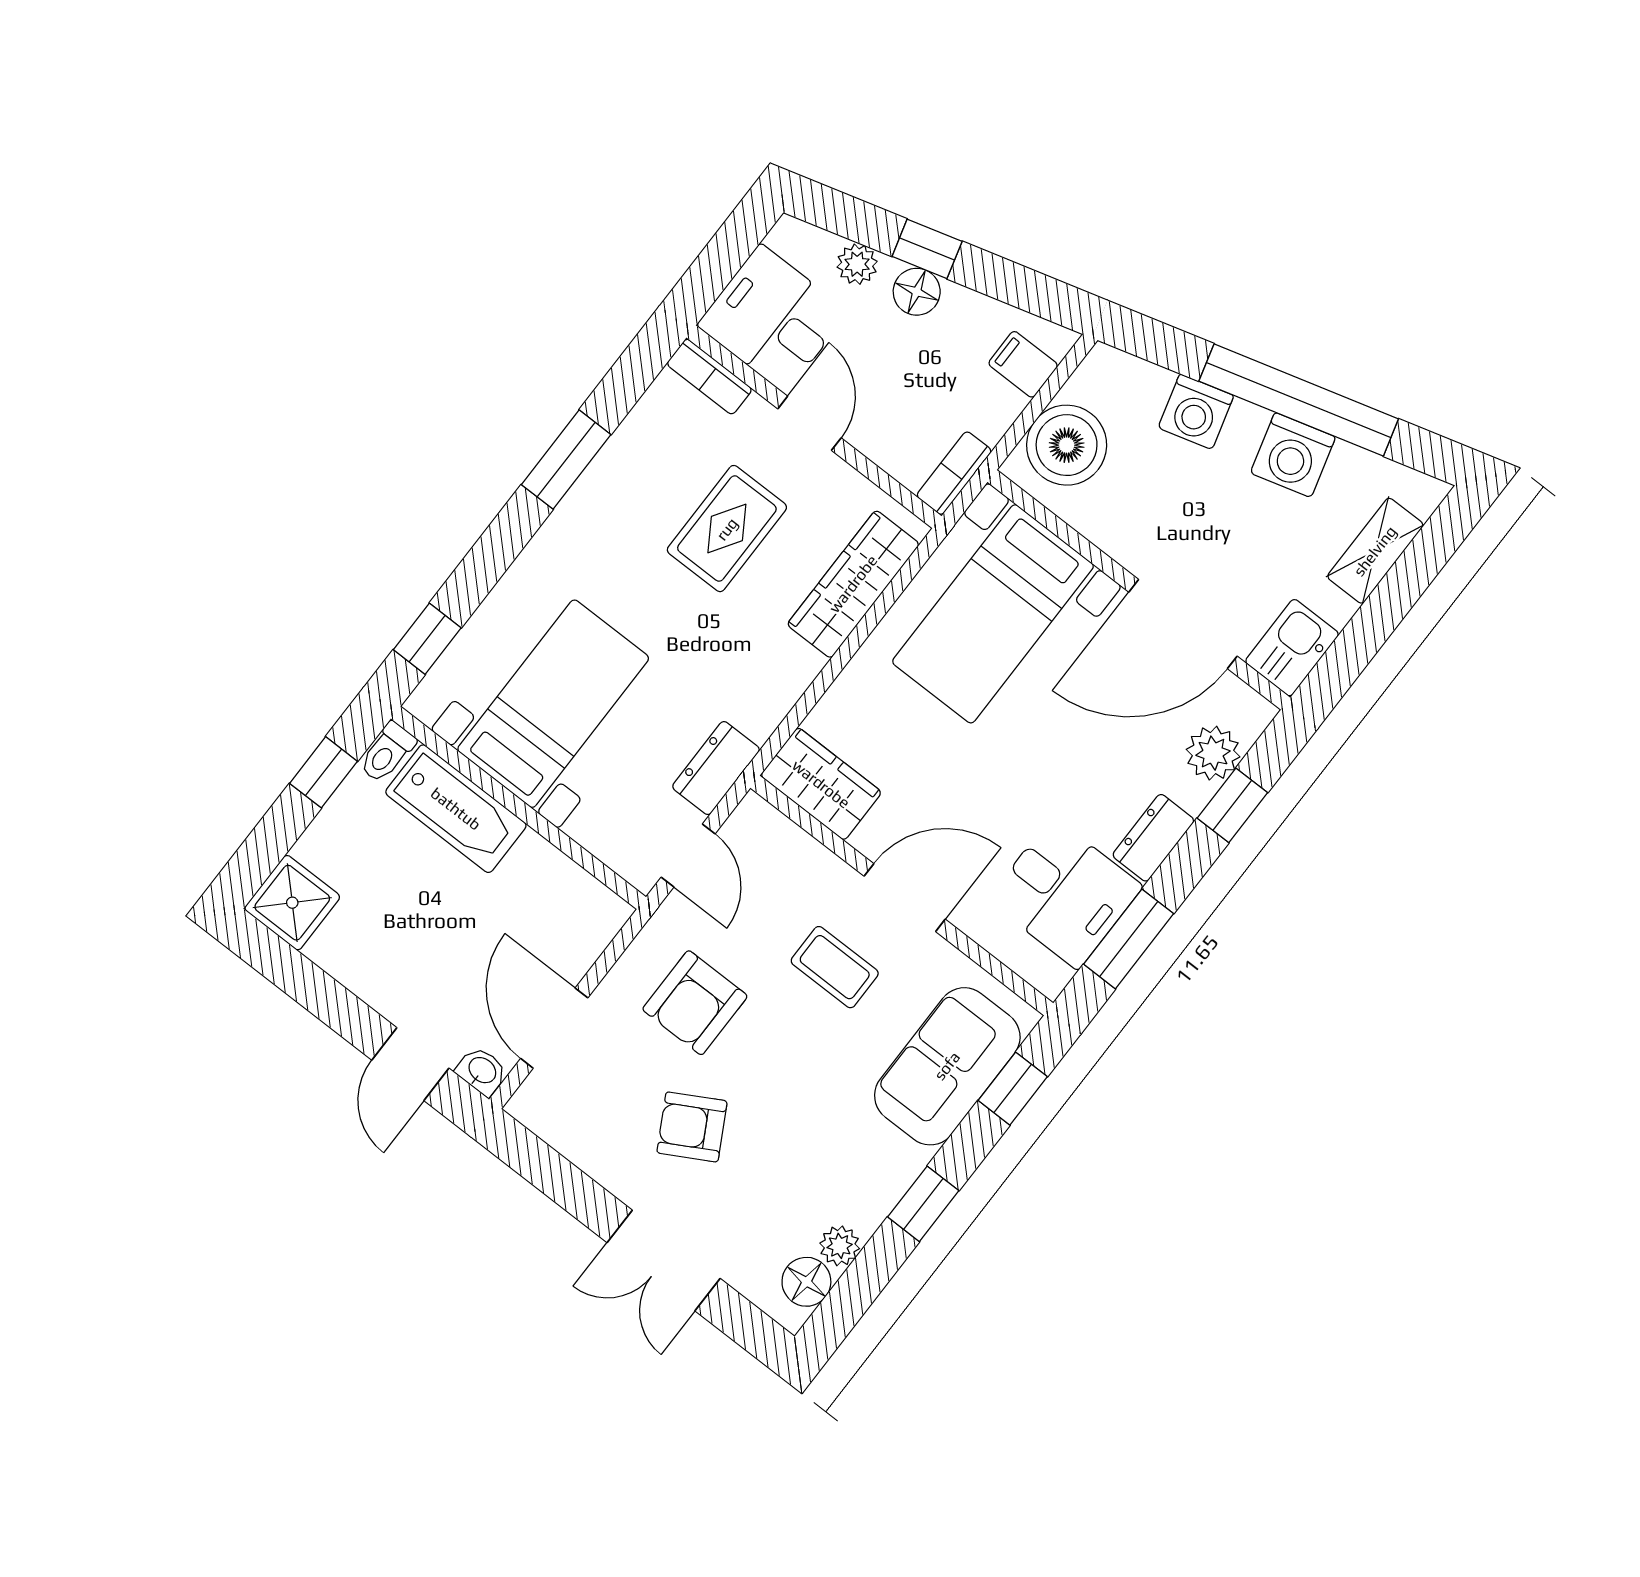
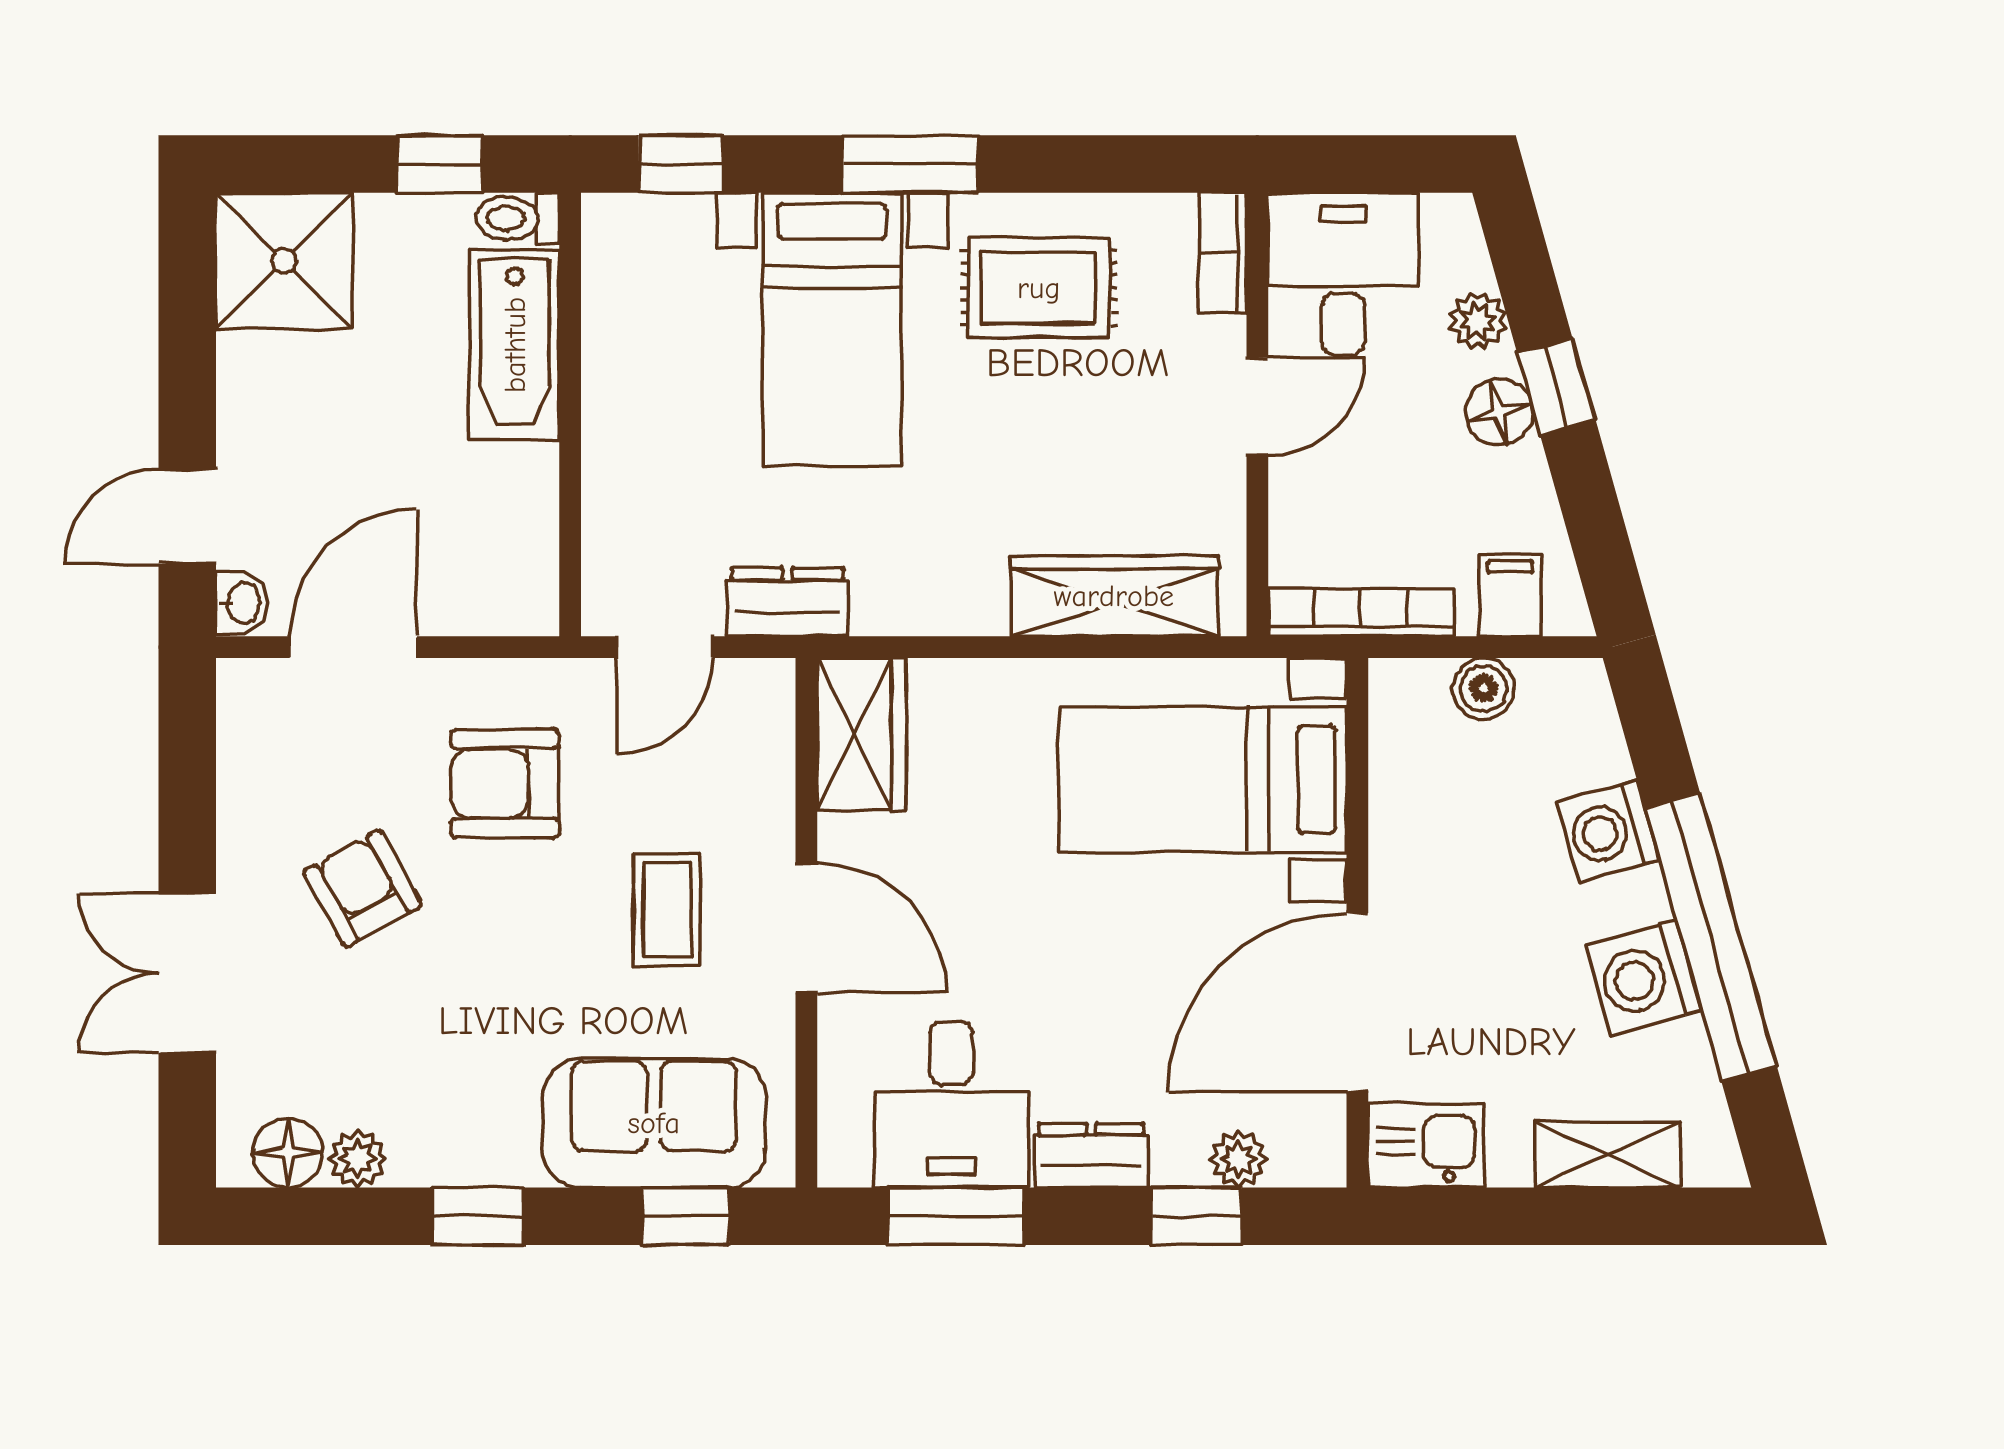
boiler: (1067, 445) -> (1484, 688), width x0.54, depth x0.54
window: (566, 460) -> (910, 164), moved
bookcase: (954, 473) -> (1361, 613), width x1.56
rug: (727, 529) -> (1039, 288), moved
door: (1183, 624) -> (1357, 1002), hinge flipped
bed with nightstands: (553, 704) -> (832, 329), moved, turned 90
plant: (1213, 753) -> (1238, 1159), width x0.73, depth x0.73
shower: (292, 903) -> (284, 261), width x1.36, depth x1.36

